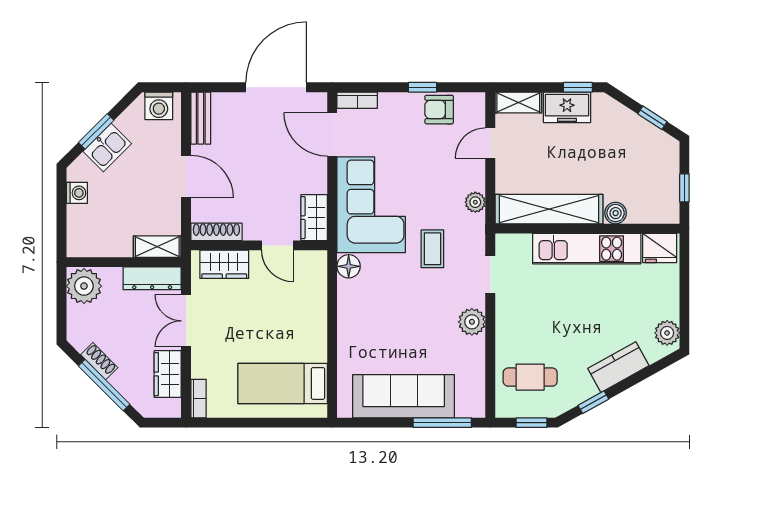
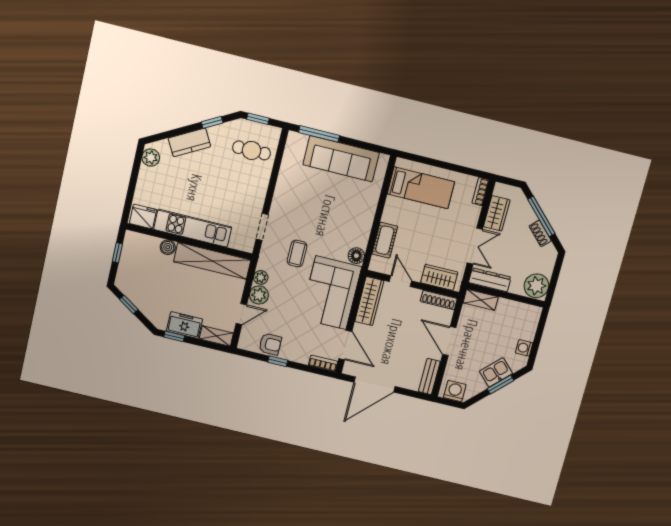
wardrobe: (314, 218) -> (369, 301), width x1.50
cot: (314, 298) -> (385, 240), added
plant: (472, 322) -> (259, 295), moved

